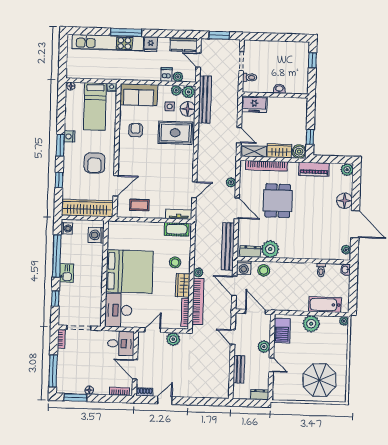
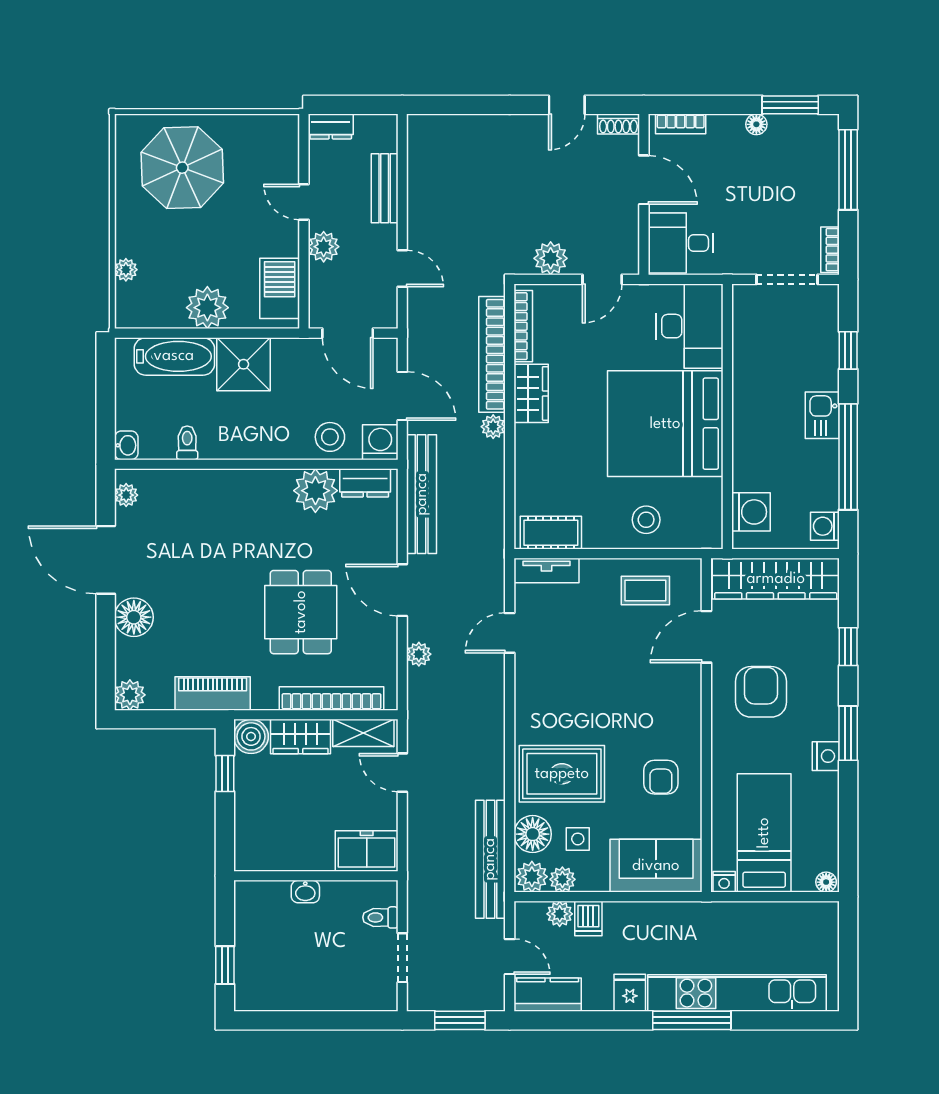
stool: (175, 262) -> (646, 520), moved
shower: (297, 301) -> (244, 364), added
plant: (344, 321) -> (126, 270), moved

